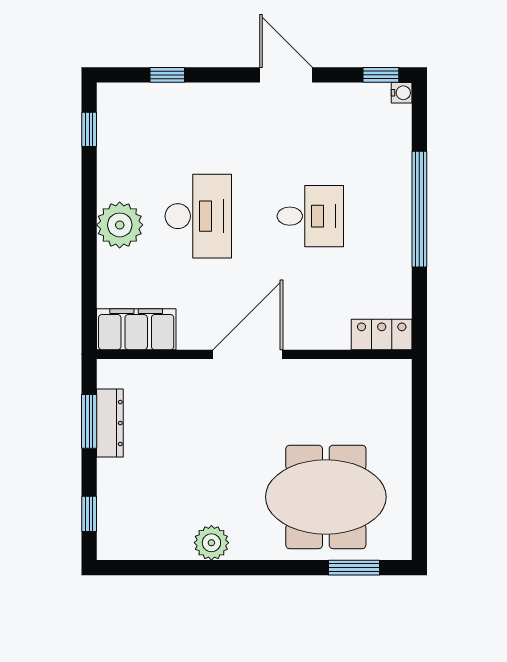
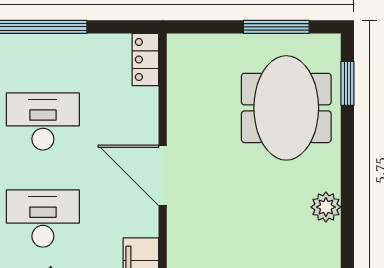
desk: (310, 216) -> (43, 121), width x1.37
window: (419, 485) -> (276, 27), added

